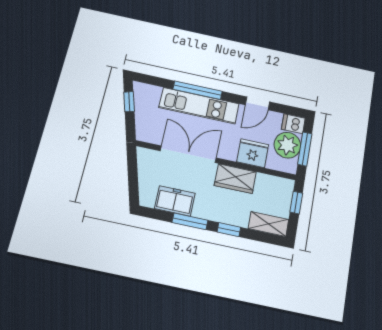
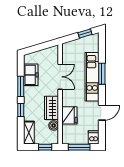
window: (198, 90) -> (102, 74), width x0.69
door: (257, 103) -> (102, 113), swing flipped
plant: (287, 145) -> (79, 136), removed
double door: (188, 154) -> (60, 77), width x0.73
boiler: (264, 181) -> (54, 125), added

